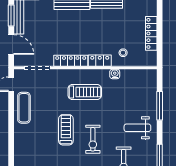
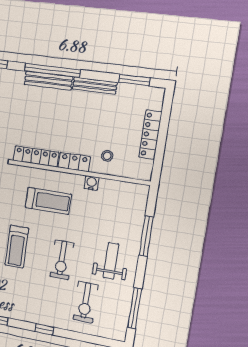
weight bench: (137, 128) -> (111, 261), turned 90
treadmill: (66, 130) -> (17, 247), turned 180
exercise bike: (93, 139) -> (62, 260), moved

